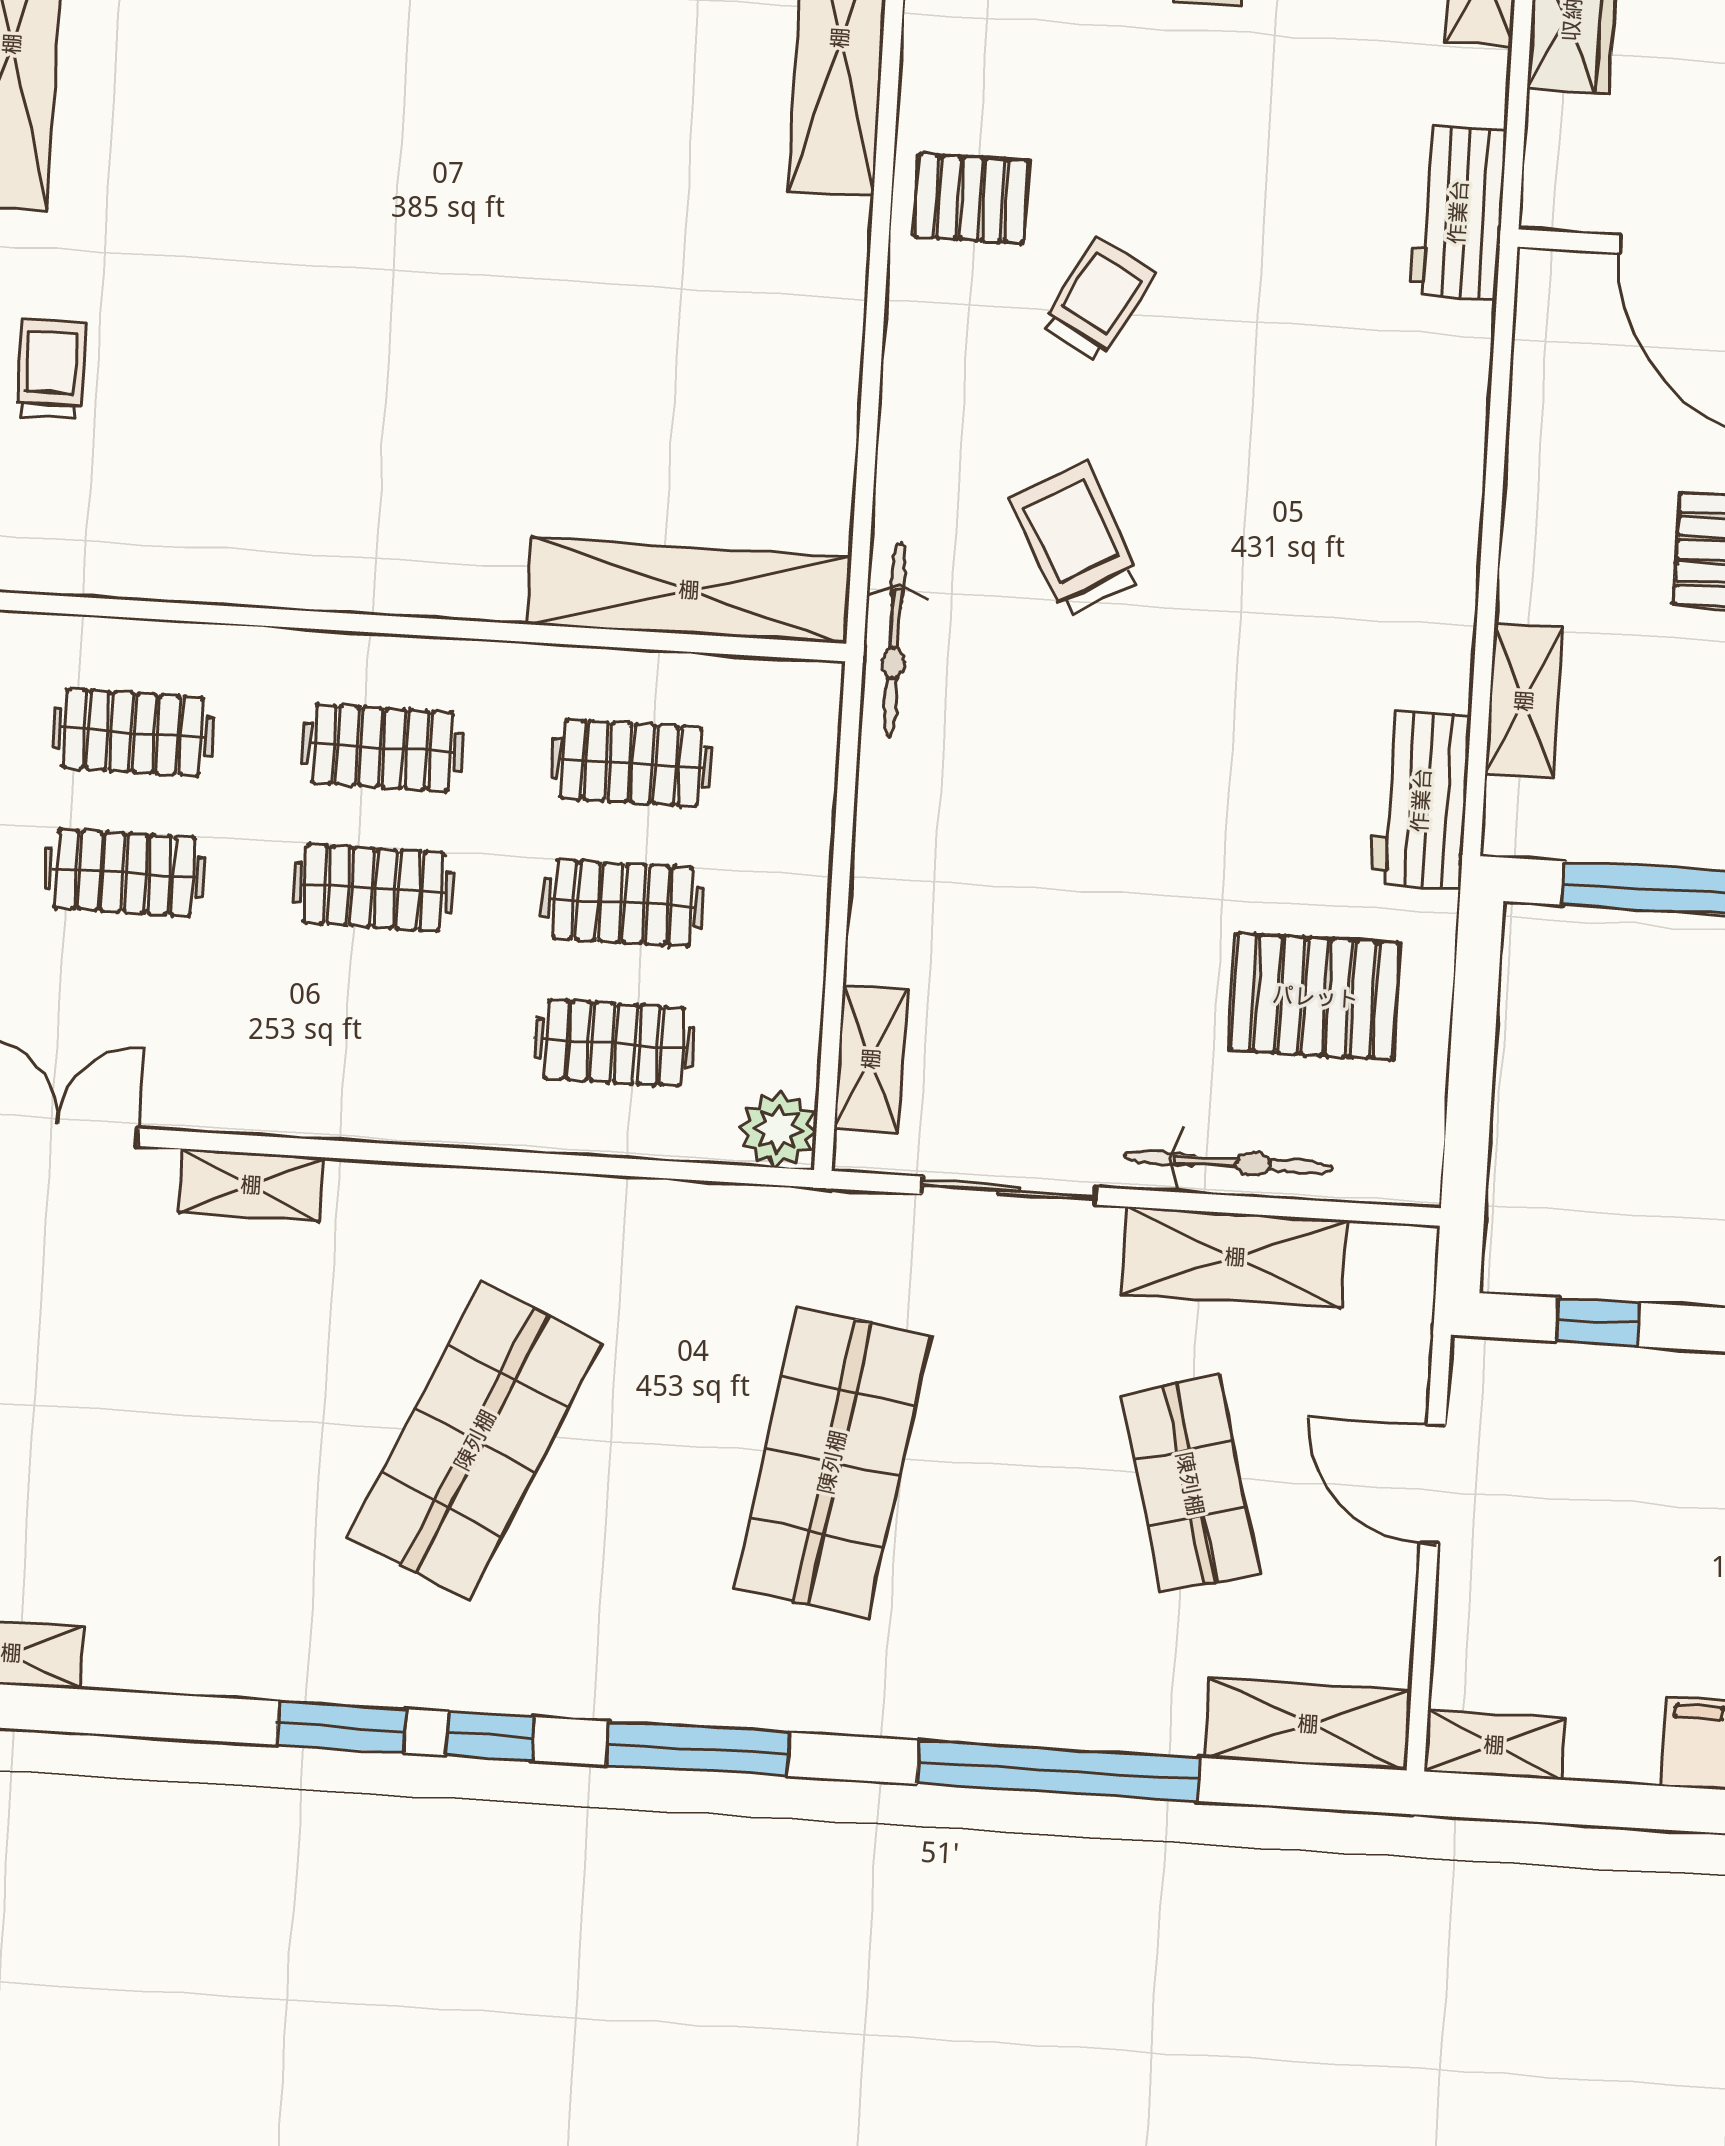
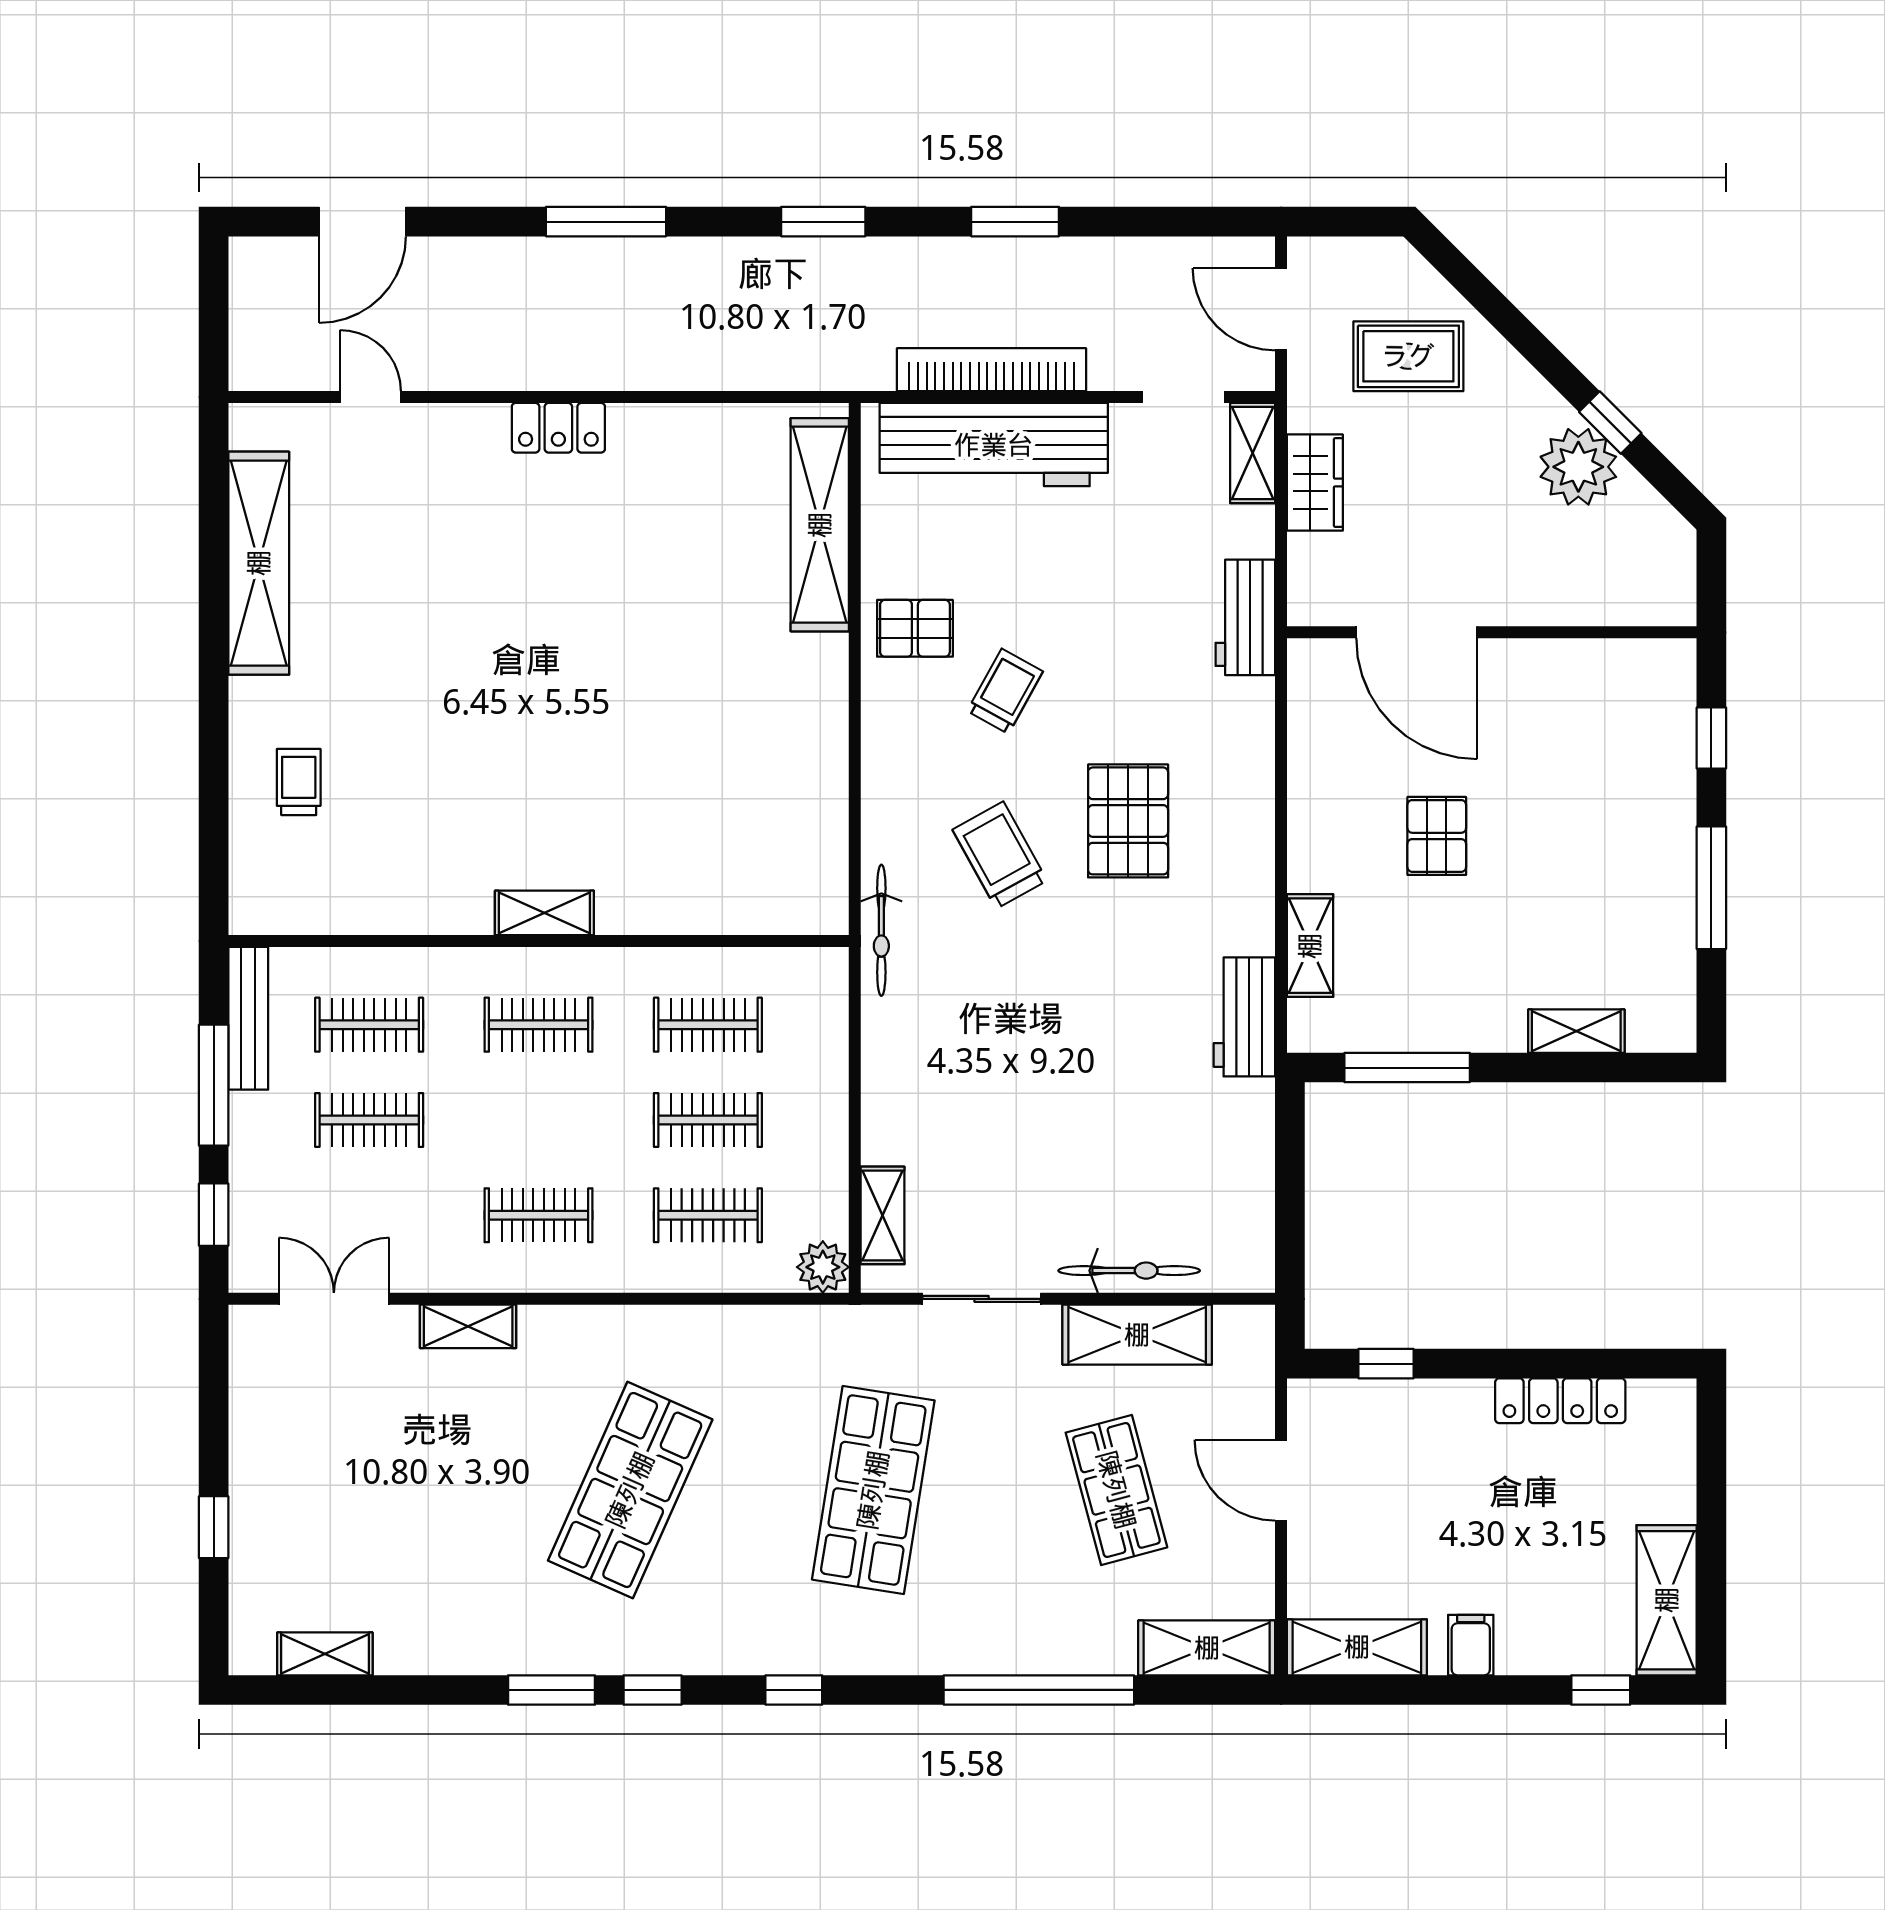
shelving: (689, 590) -> (544, 913), moved, width x0.45, depth x0.75
clothes rail: (374, 888) -> (539, 1215), moved
pallet: (1315, 997) -> (1128, 821), moved, turned 90
shelving: (1494, 1745) -> (1357, 1647), width x1.50, depth x1.33
window: (698, 1749) -> (794, 1690), width x0.46

